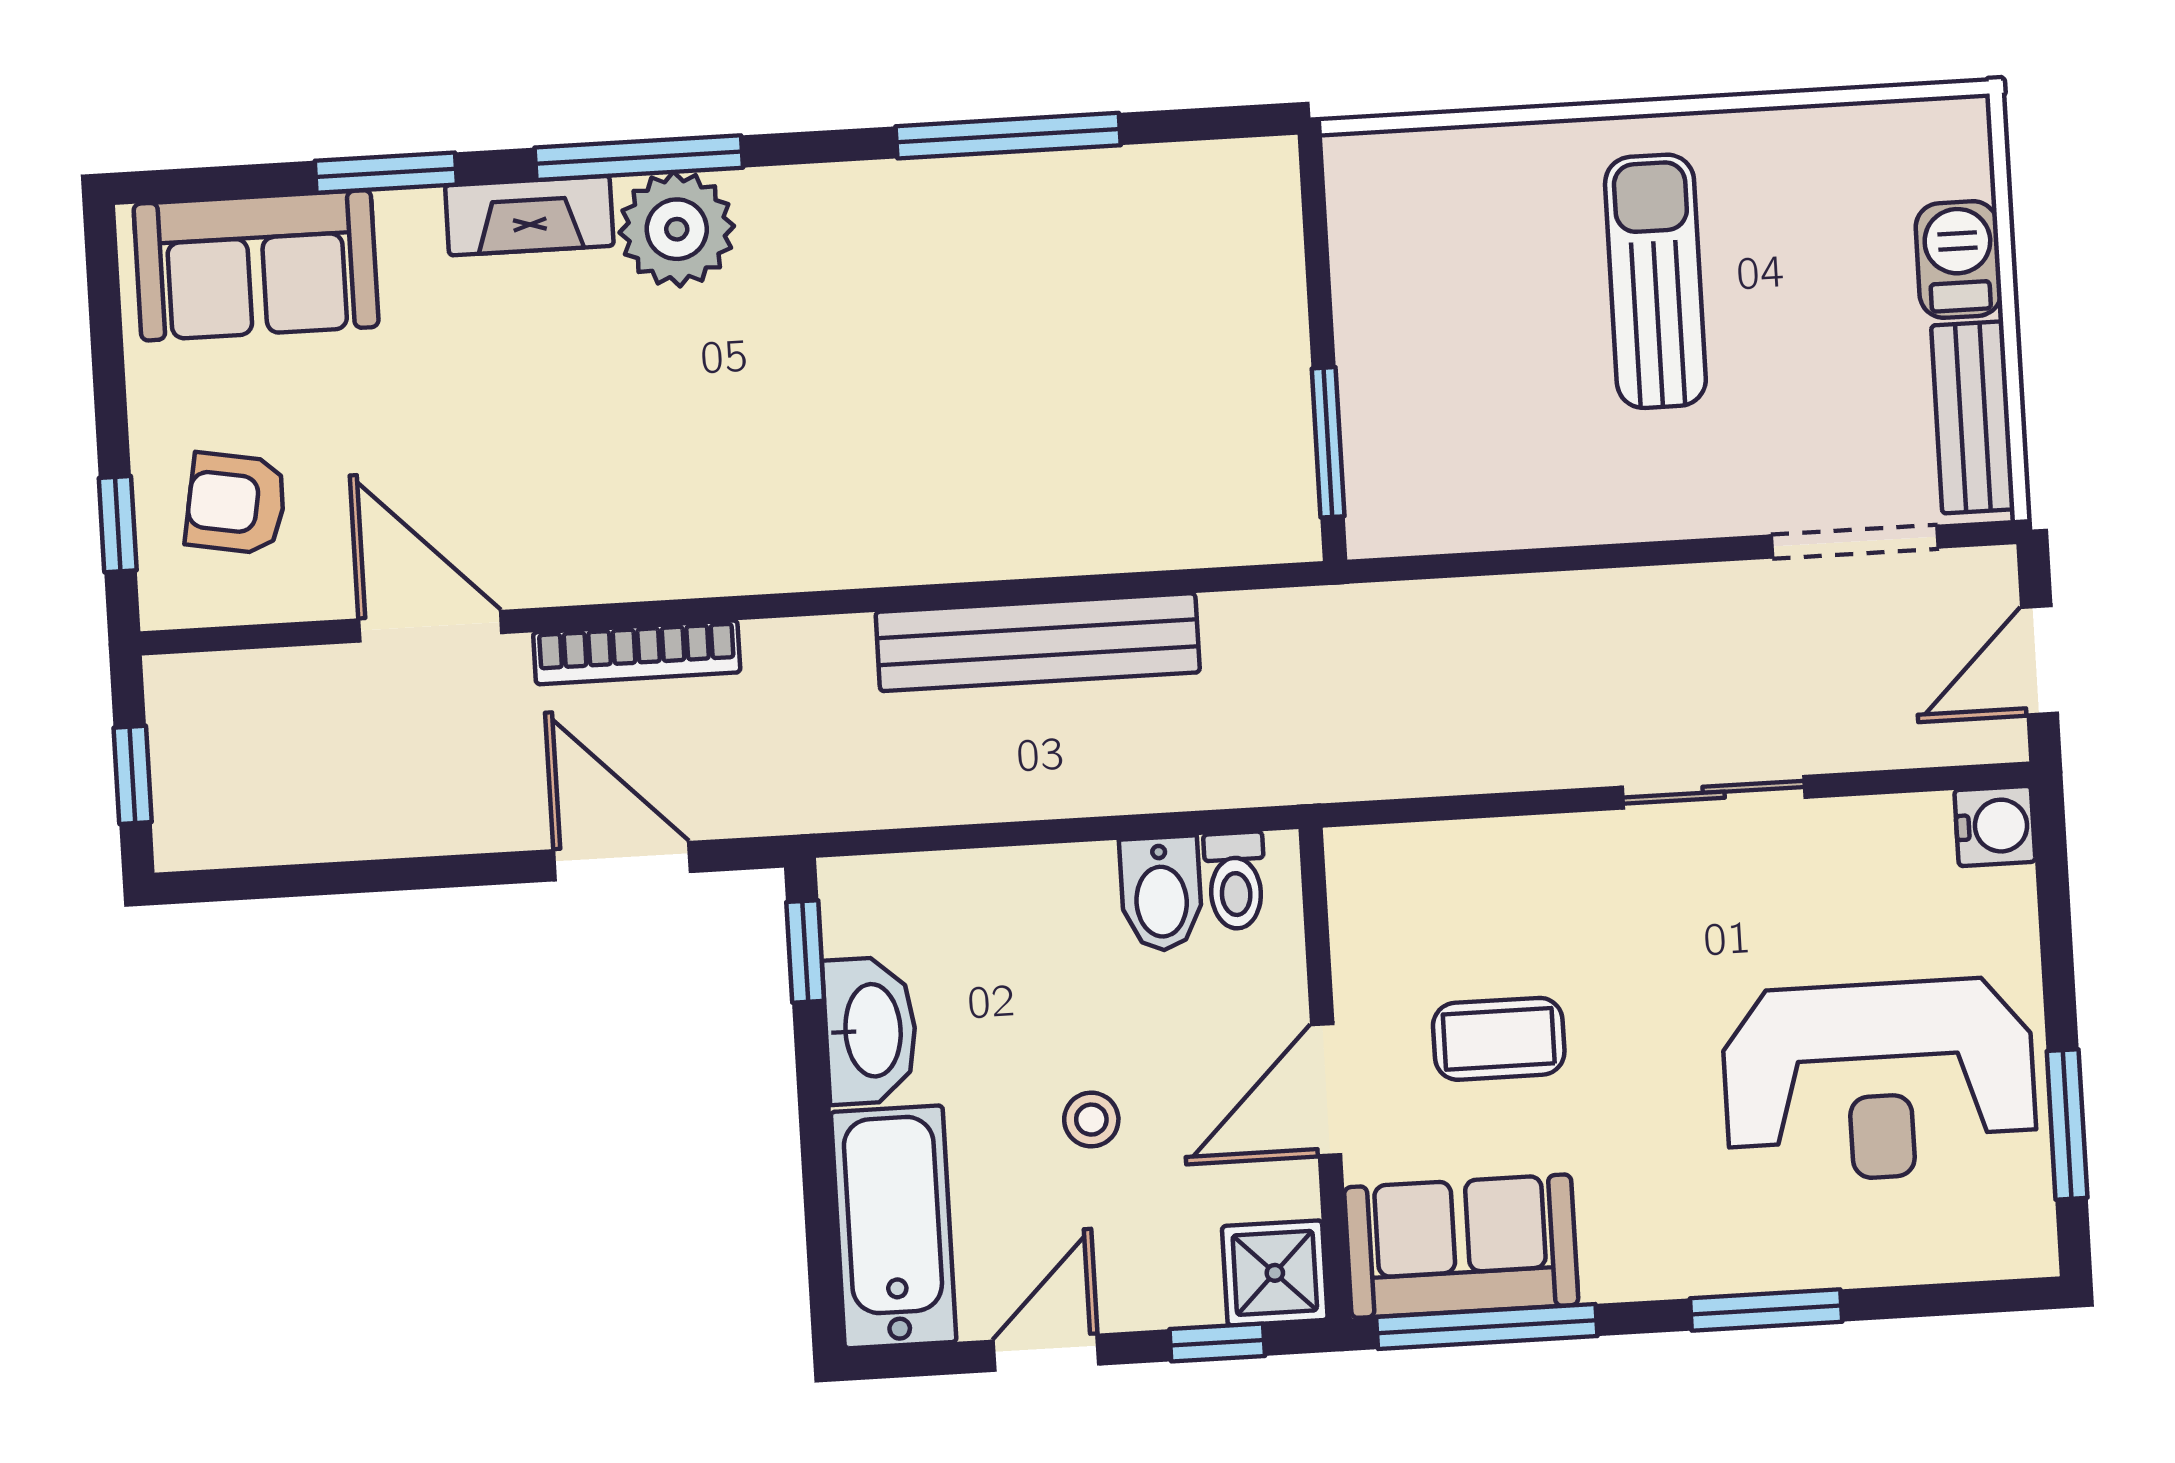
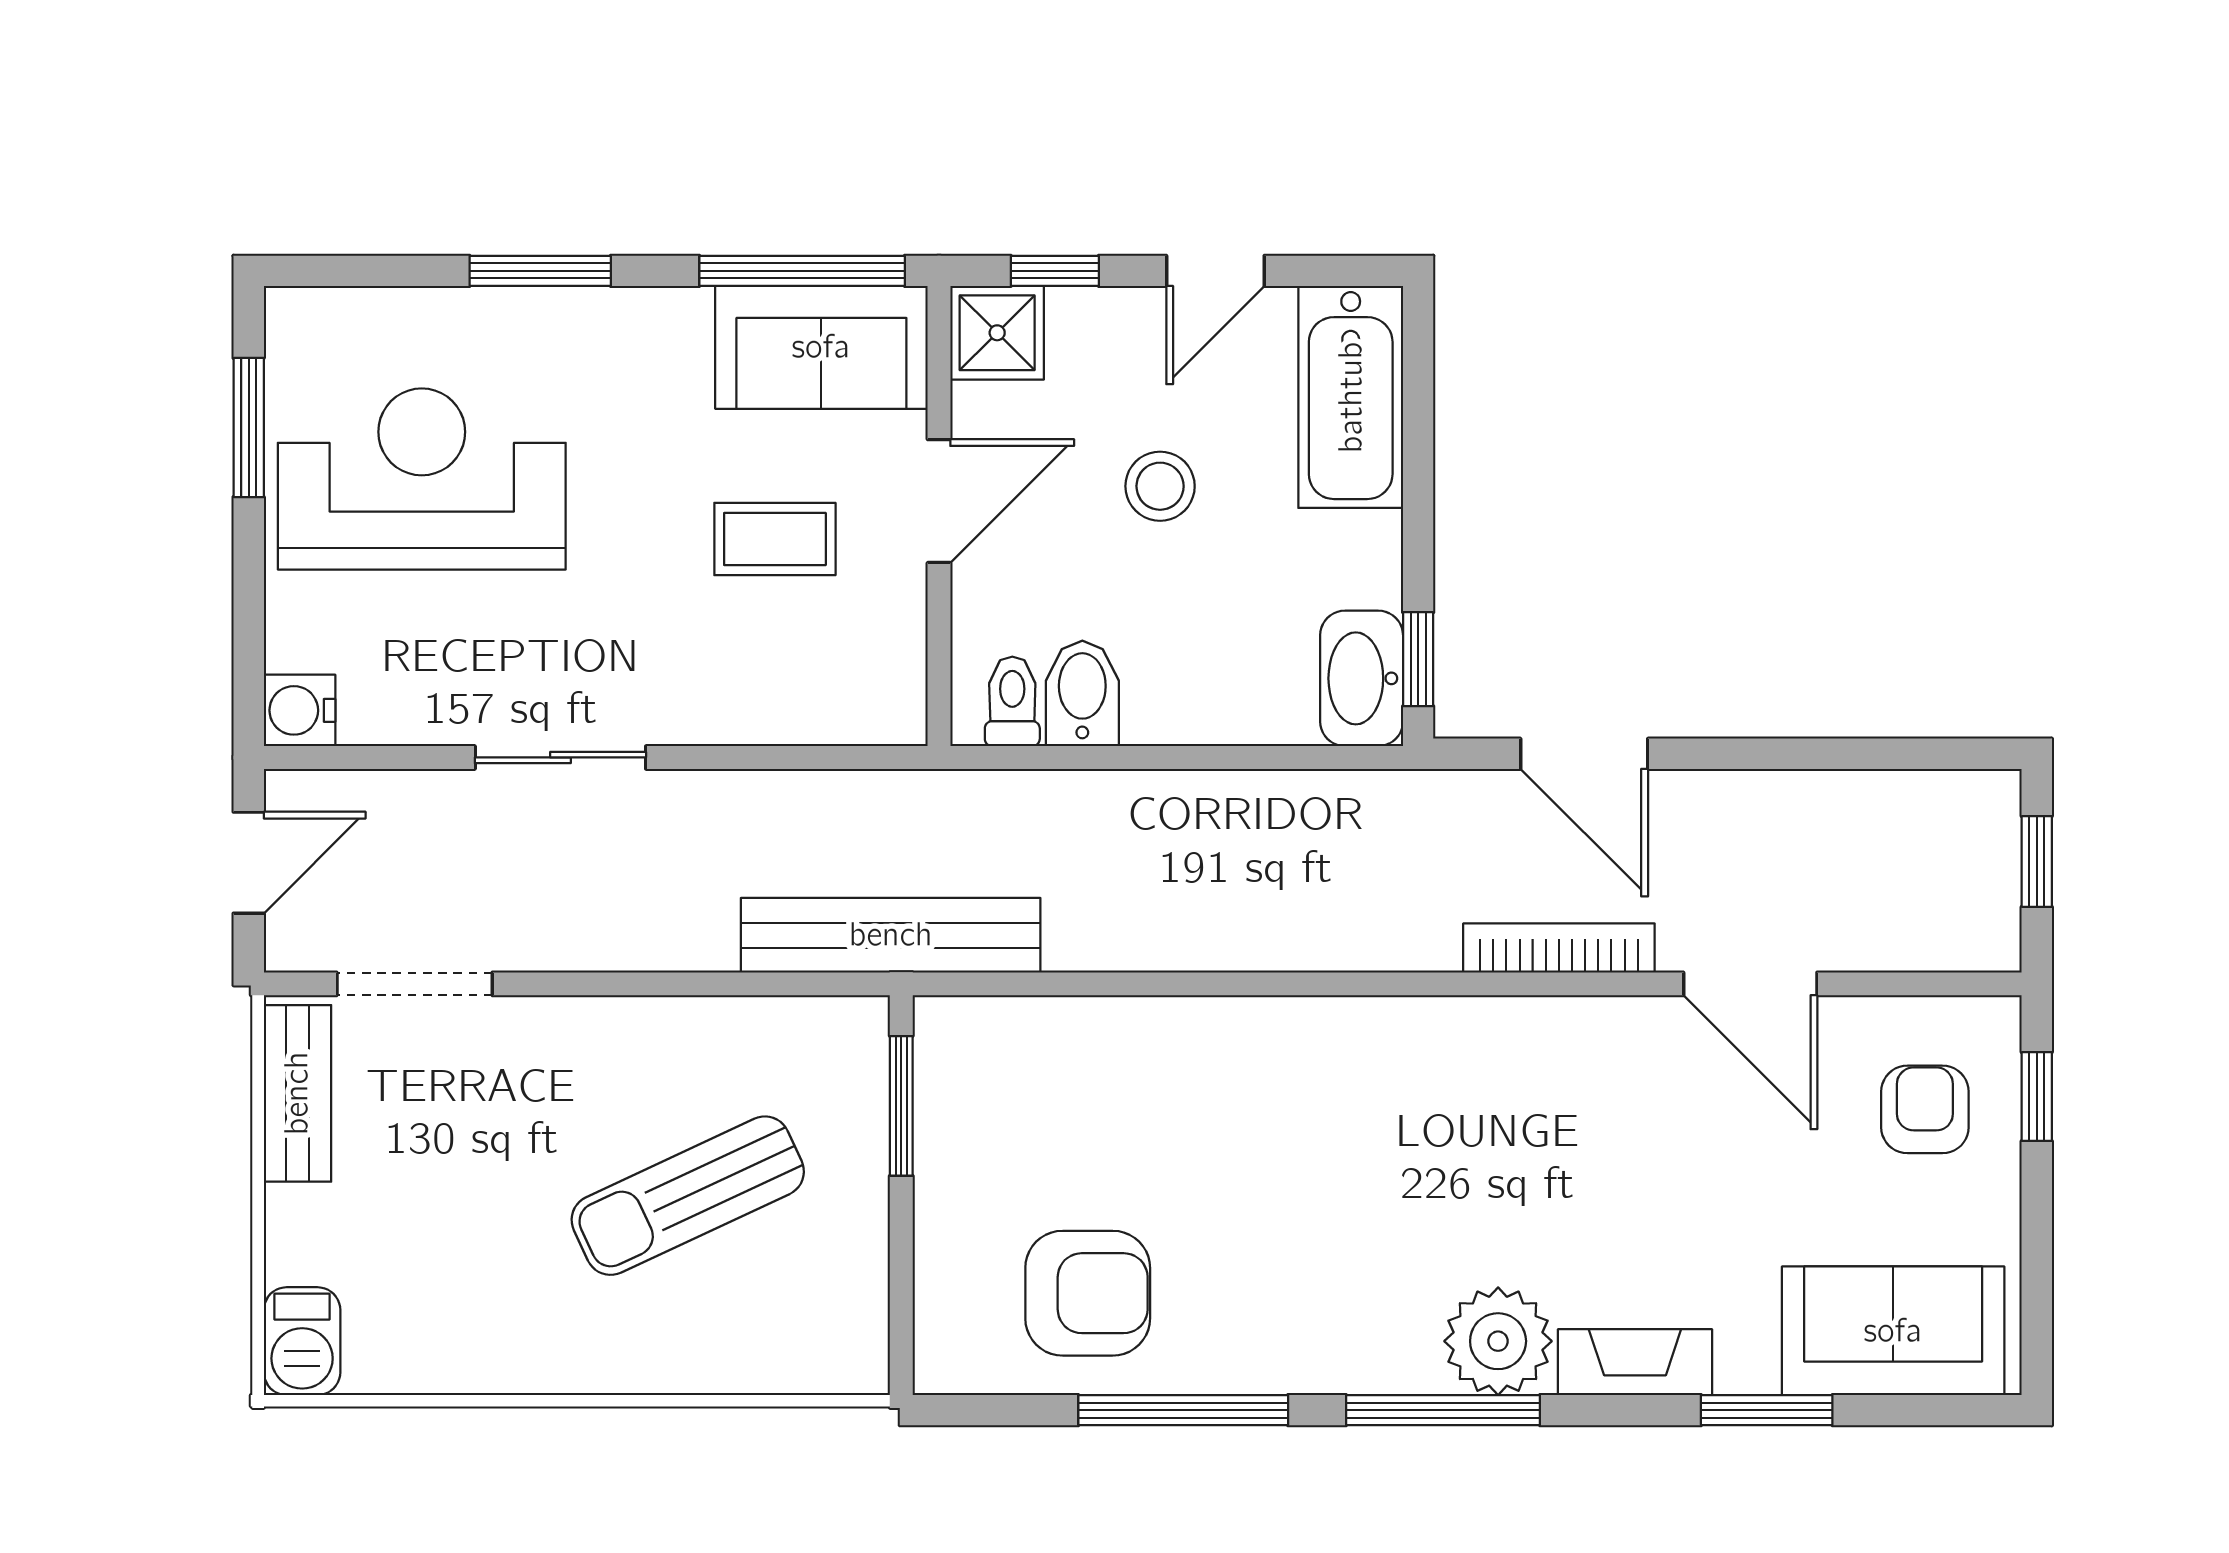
window: (639, 158) -> (1443, 1410), moved
armchair: (1117, 254) -> (1088, 1293), added
barbecue: (1959, 260) -> (302, 1341), moved
sun lounger: (1655, 281) -> (688, 1196), moved, turned 65
armchair: (236, 503) -> (1925, 1109), turned -100
bench: (1038, 642) -> (891, 935), moved
washbasin: (870, 1030) -> (1362, 678), moved
stool: (1091, 1120) -> (1160, 486), width x1.37, depth x1.37

